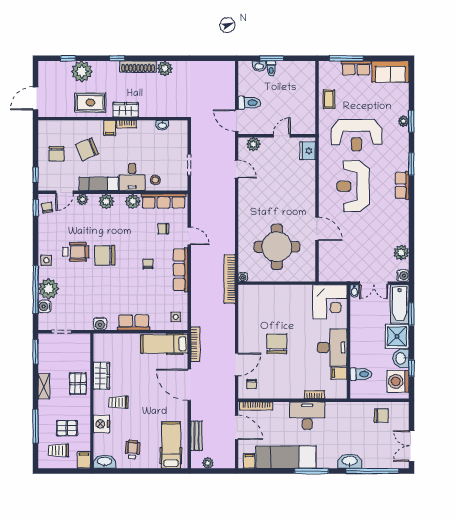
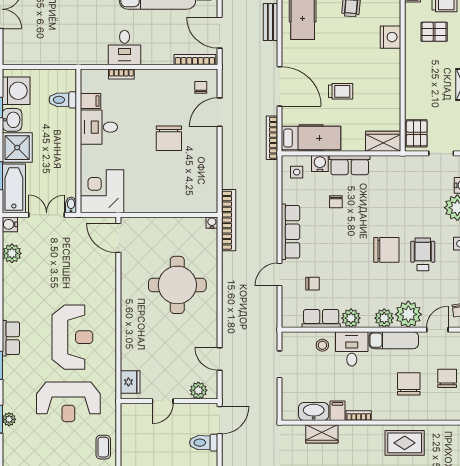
wardrobe: (125, 110) -> (322, 434), moved
door: (237, 121) -> (220, 420), hinge flipped
washbasin: (162, 125) -> (314, 411), width x1.91, depth x1.45
filing cabinet: (110, 128) -> (337, 411), moved
reception desk: (356, 135) -> (68, 402), turned 180
chair: (87, 149) -> (409, 384), turned -67
plant: (82, 199) -> (408, 314), width x1.87, depth x1.87
row of seats: (164, 201) -> (321, 318), width x0.68
door: (317, 229) -> (118, 238), moved
door: (189, 236) -> (280, 274), hinge flipped
round table: (277, 247) -> (177, 285), moved
wheelchair: (76, 252) -> (423, 254), turned 90
chair: (148, 264) -> (336, 202), moved
water cooler: (100, 324) -> (320, 164), moved
desk: (332, 347) -> (99, 127), width x0.73
wardrobe: (101, 376) -> (383, 141), moved, turned 90
pallet: (78, 384) -> (417, 133), moved
trolley: (118, 402) -> (341, 91), moved
desk: (307, 416) -> (125, 48), width x0.73
chair: (381, 416) -> (37, 47), removed

